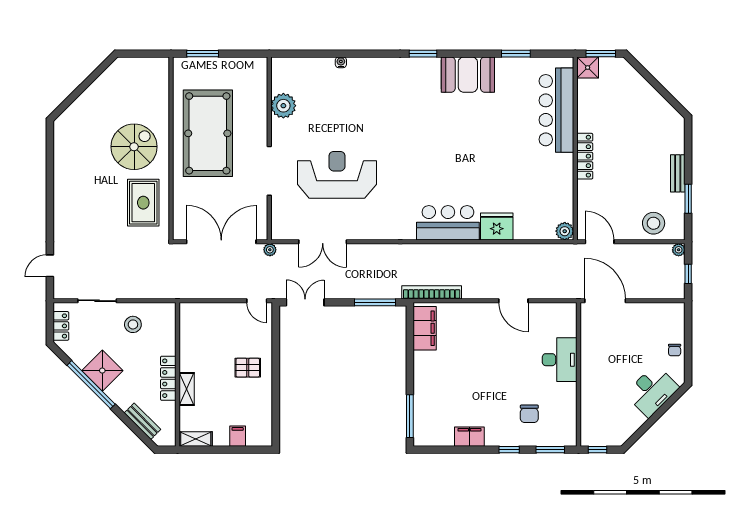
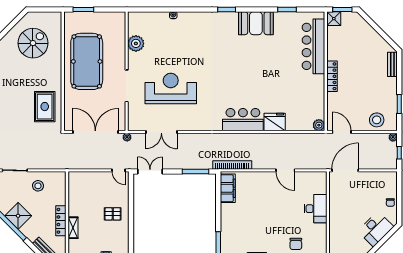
spiral stairs: (134, 147) -> (33, 43), moved
bench: (678, 173) -> (392, 64), moved
door: (605, 301) -> (345, 170), hinge flipped

